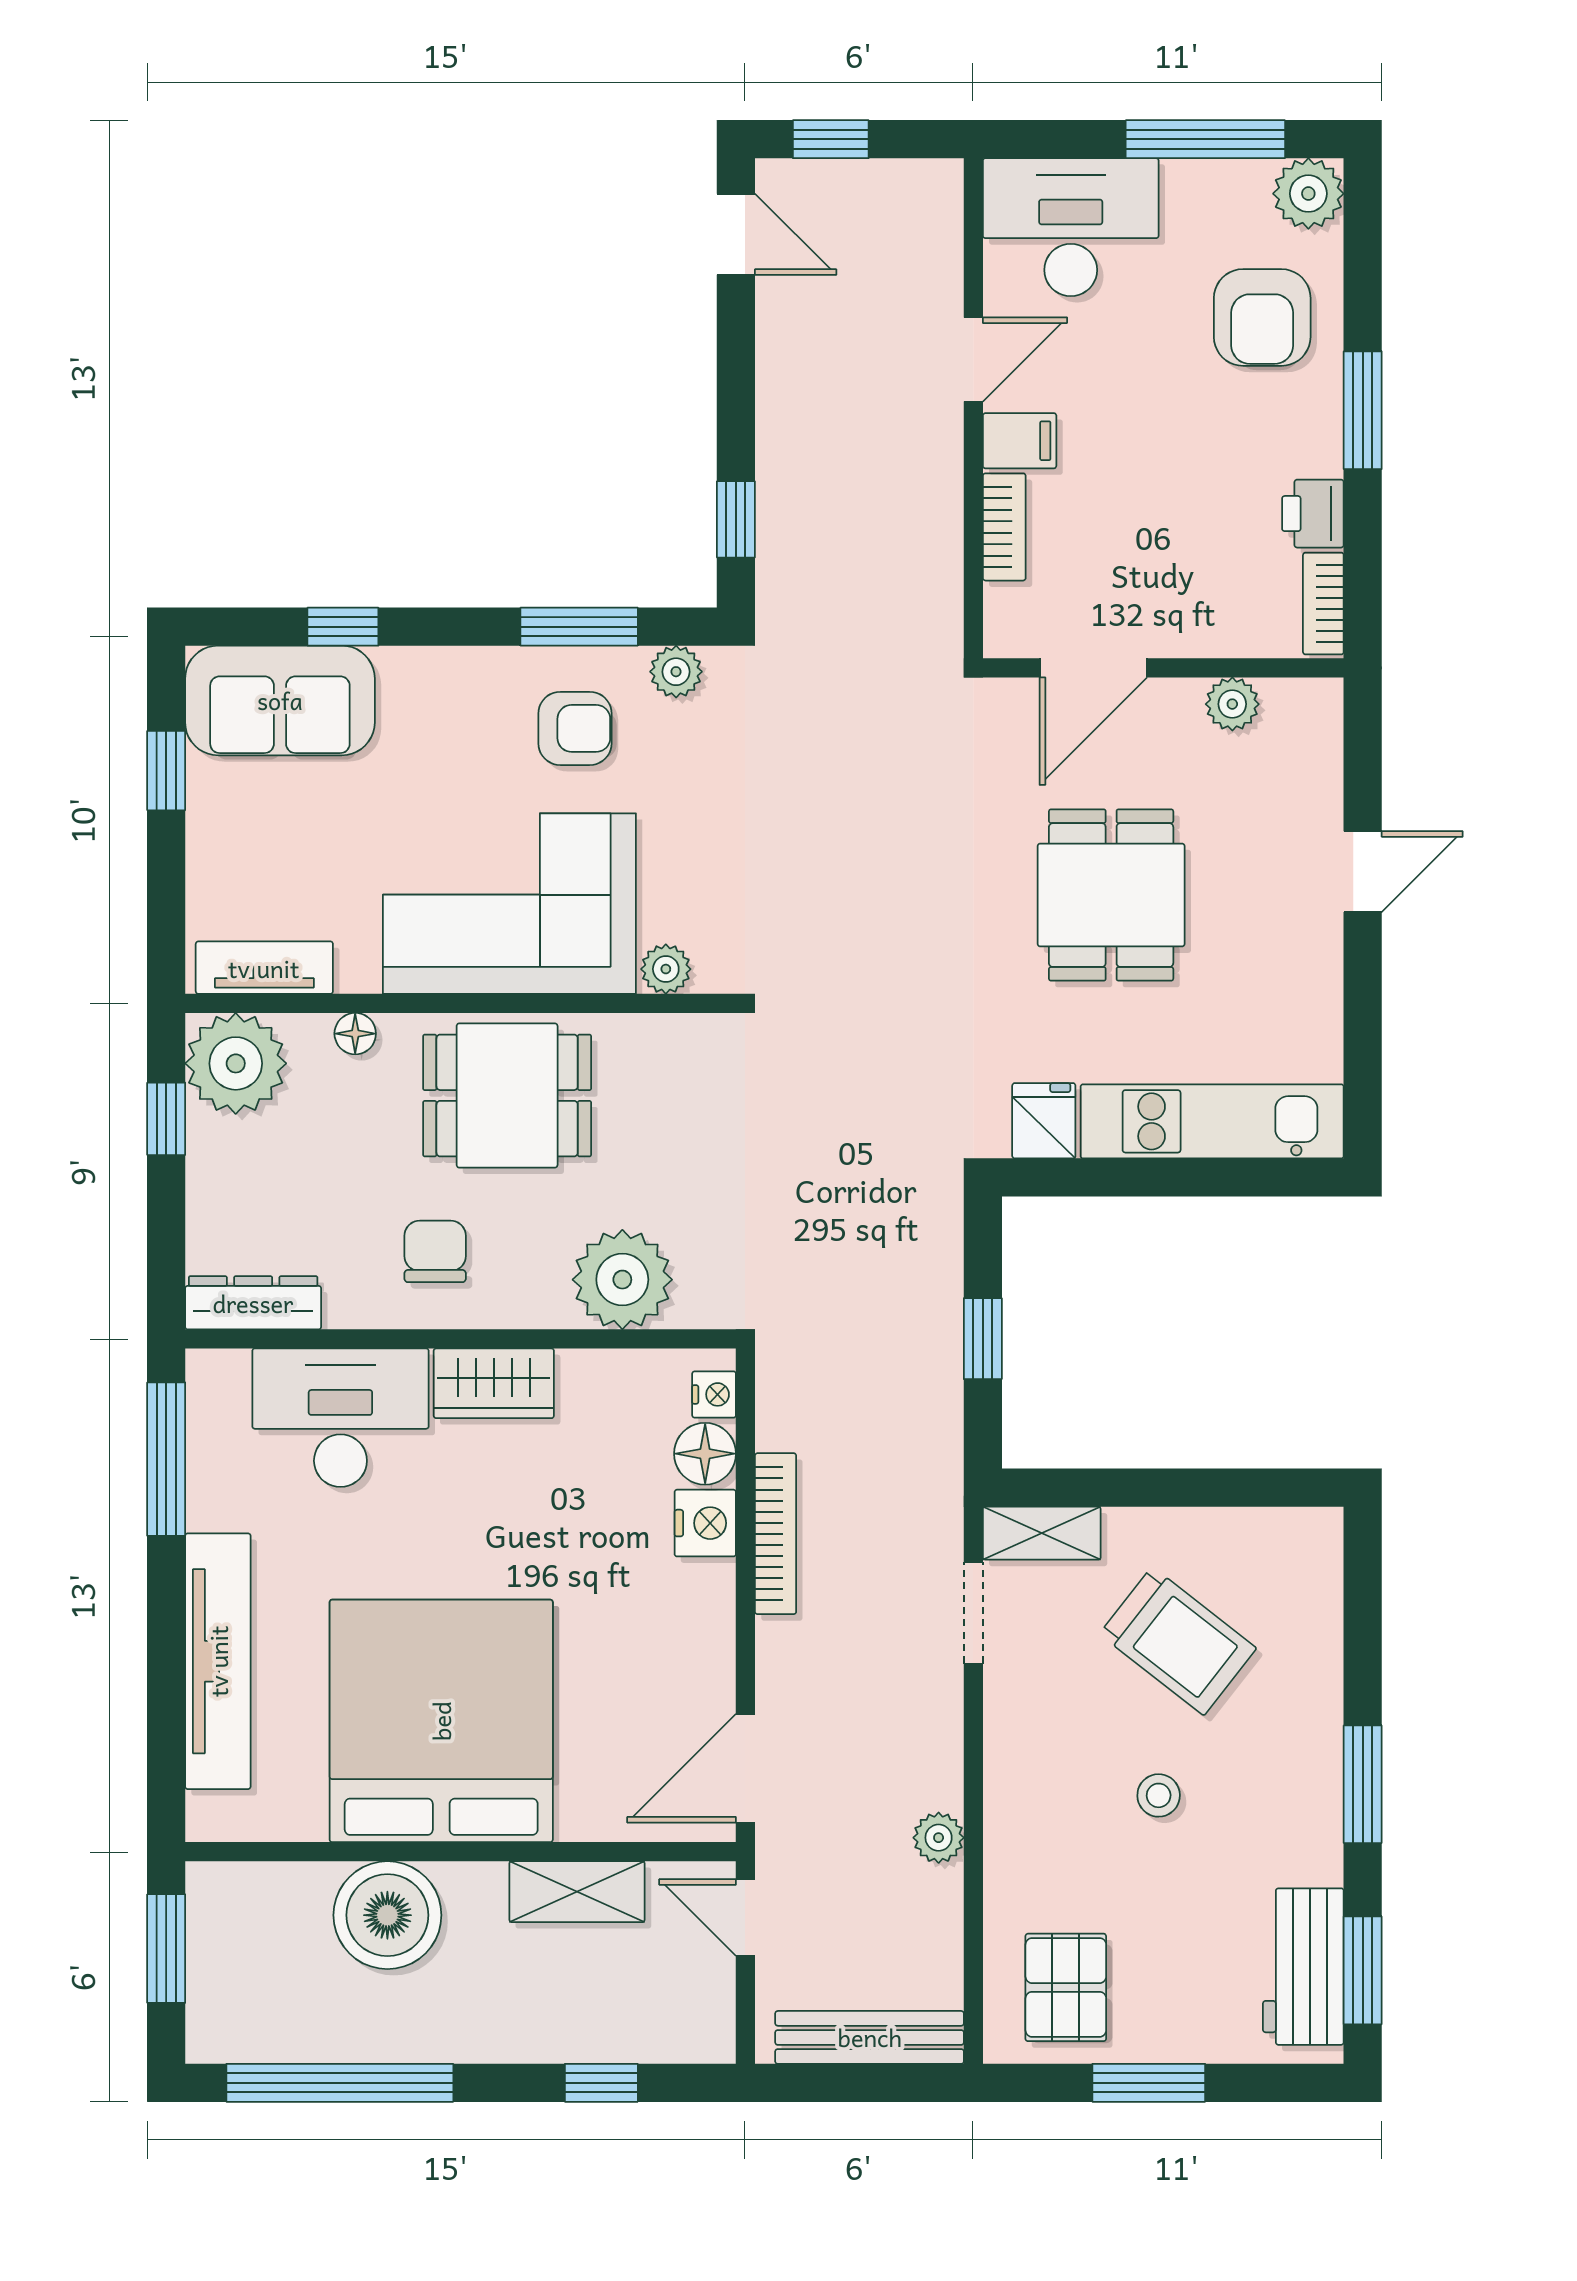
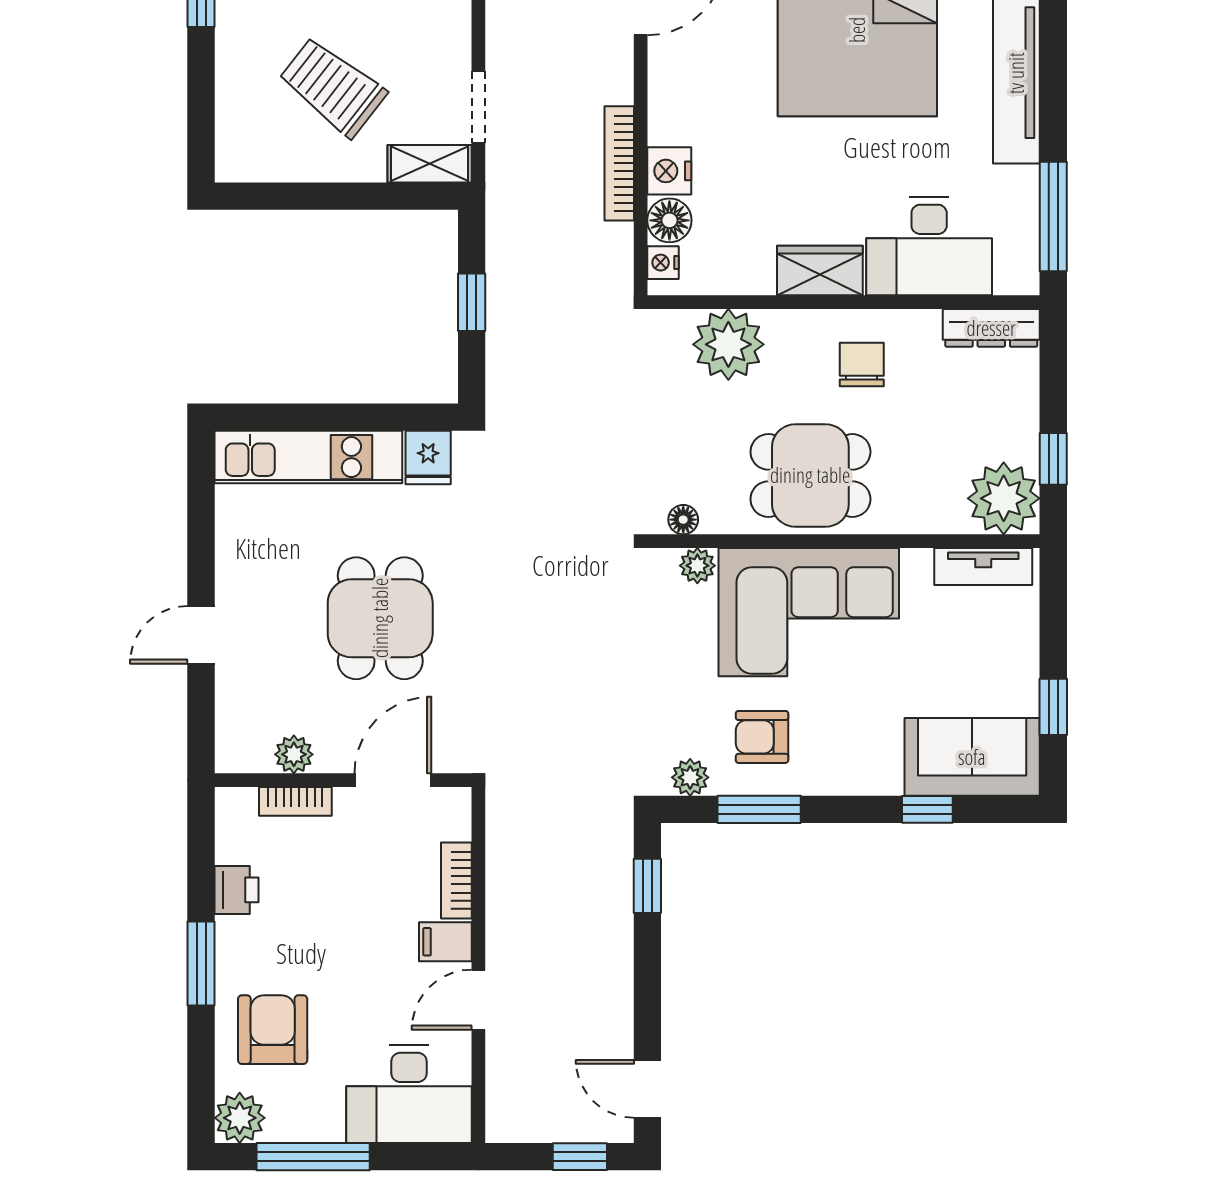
bookcase: (1323, 604) -> (295, 801), moved, turned 90
floor lamp: (355, 1034) -> (683, 520), moved
chair: (435, 1251) -> (862, 364), turned 180

